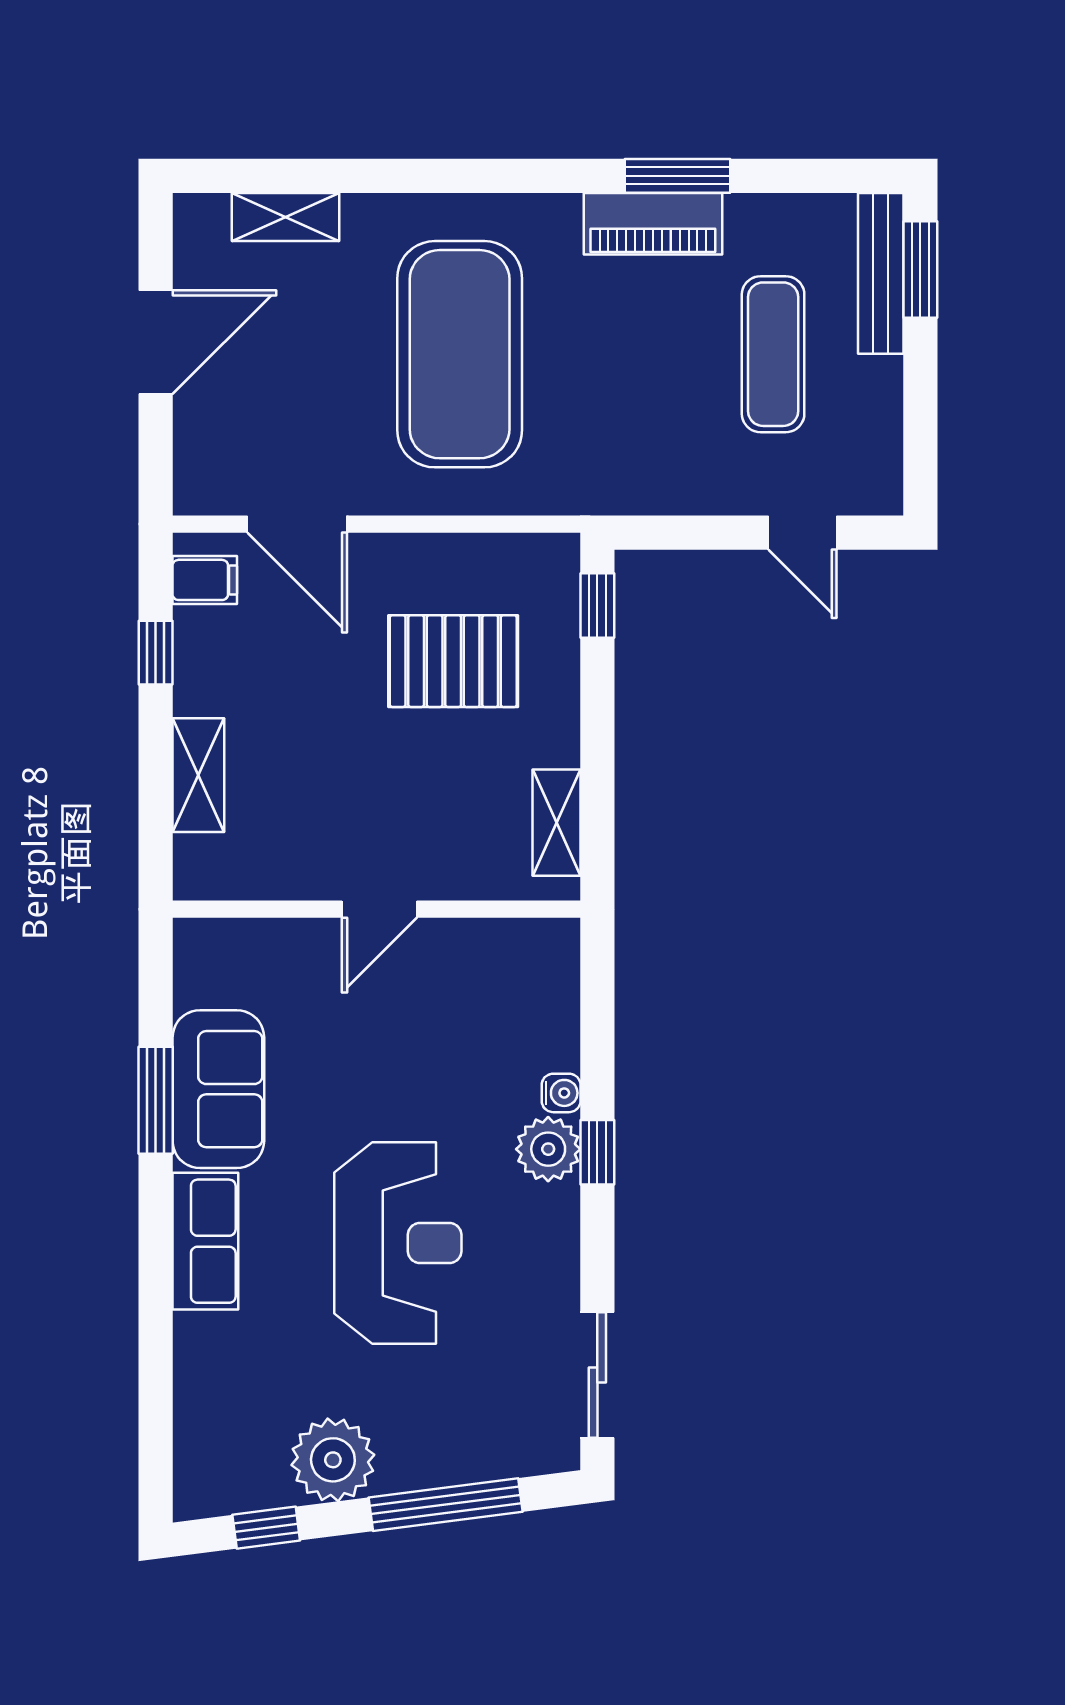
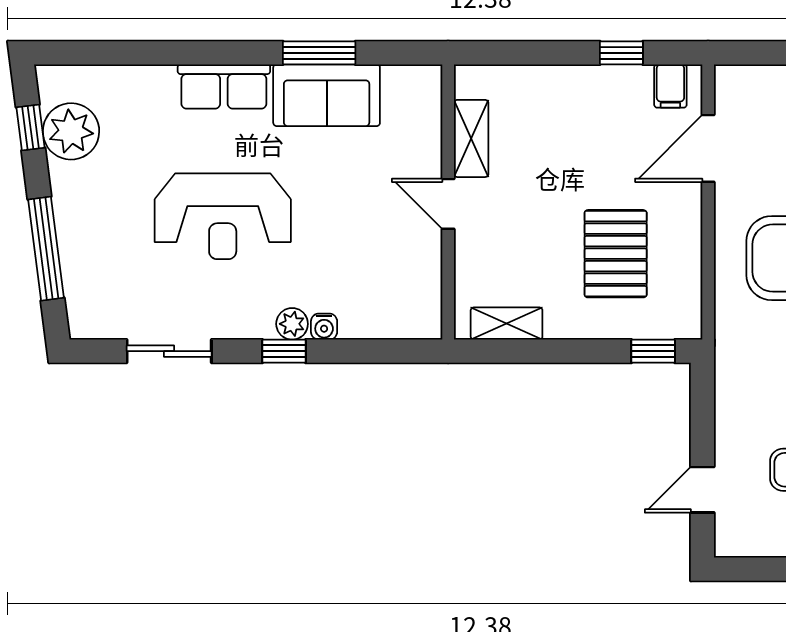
shelving: (198, 775) -> (471, 138), moved, turned 90
plant: (548, 1149) -> (292, 324), width x0.73, depth x0.73
sliding door: (597, 1375) -> (169, 351), moved
plant: (333, 1460) -> (71, 131), moved

